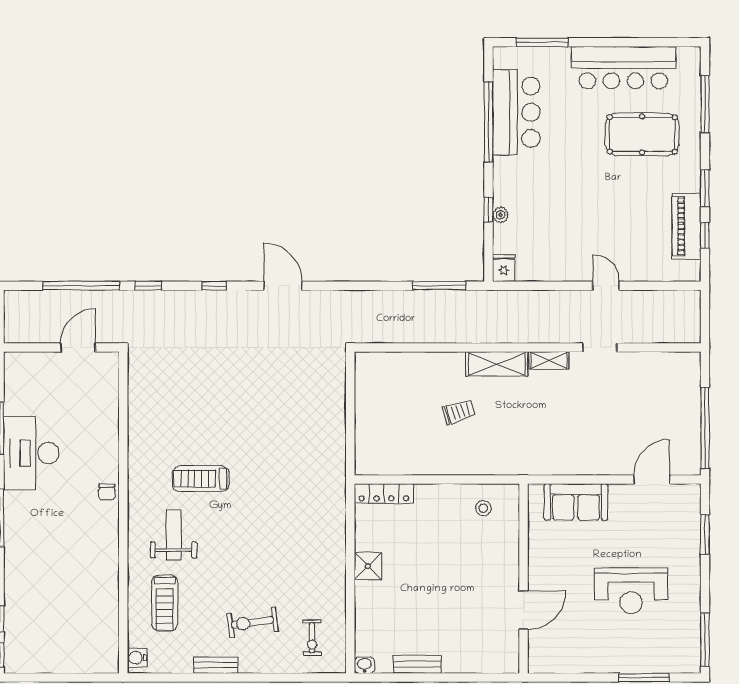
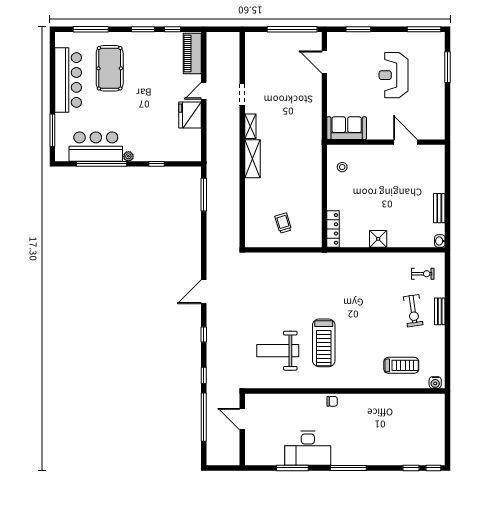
plant: (501, 215) -> (128, 156), moved
piano: (687, 226) -> (192, 54), moved, turned 90
fridge: (504, 268) -> (190, 115), moved, width x1.88, depth x1.34
trolley: (459, 412) -> (283, 223), moved
treadmill: (201, 479) -> (324, 343), width x1.37, depth x1.38
sofa: (576, 502) -> (347, 128), moved, turned -90
weight bench: (174, 535) -> (278, 351), moved, width x1.36, depth x1.33
reception desk: (631, 591) -> (393, 75), turned 180
bench: (216, 665) -> (440, 311), moved

